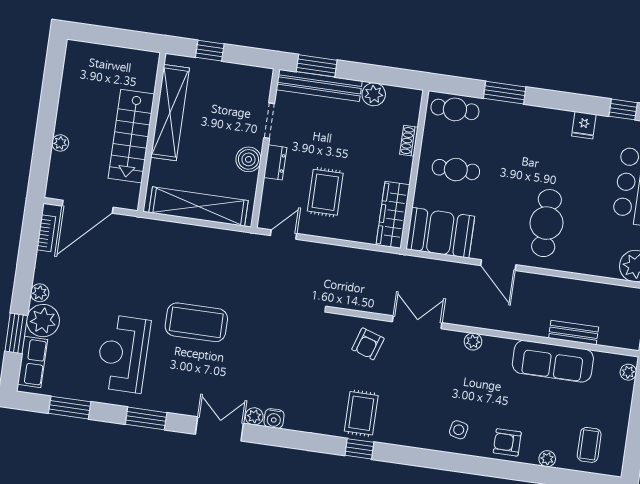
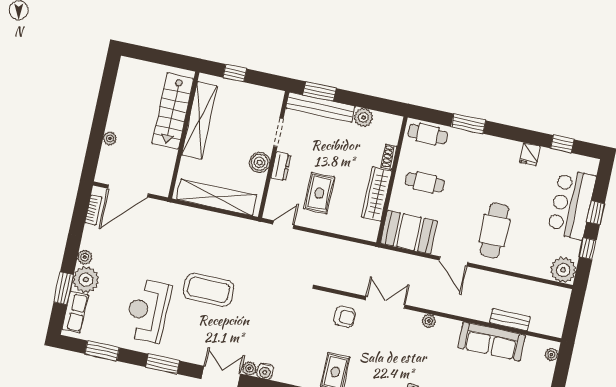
stairs: (131, 136) -> (173, 111), moved
wardrobe: (393, 215) -> (377, 194), moved
armchair: (368, 344) -> (345, 317), turned -108

